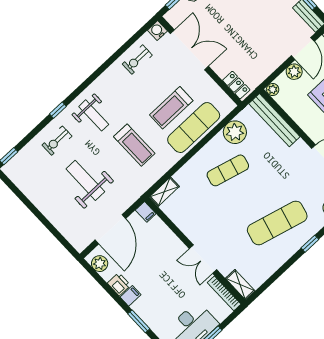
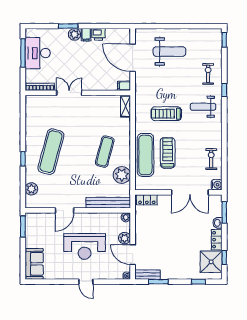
weight bench: (85, 180) -> (169, 52), moved
plant: (100, 264) -> (75, 34), moved
shelving: (240, 285) -> (36, 100), removed

